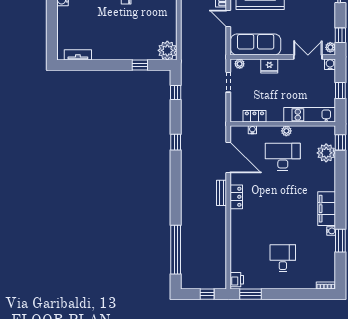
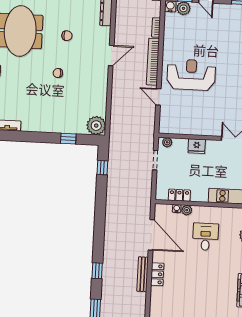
sofa: (256, 44) -> (184, 124), removed
plant: (286, 131) -> (187, 210), moved
window: (176, 142) -> (97, 271), moved
desk: (283, 157) -> (205, 237), width x0.73
bench: (222, 193) -> (143, 274), width x1.36

